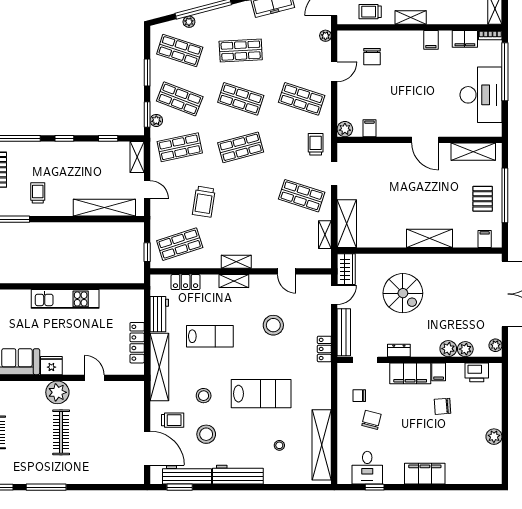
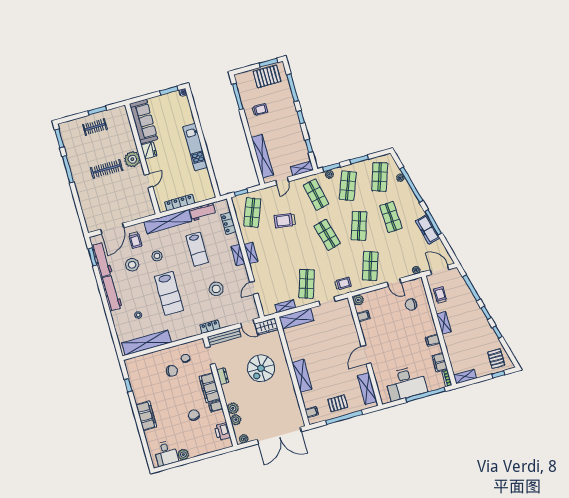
shop shelf: (180, 244) -> (252, 212), turned 39
desk: (367, 468) -> (166, 453), moved, turned -90

